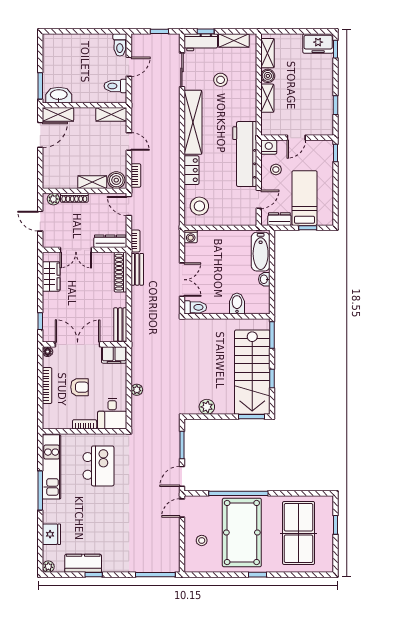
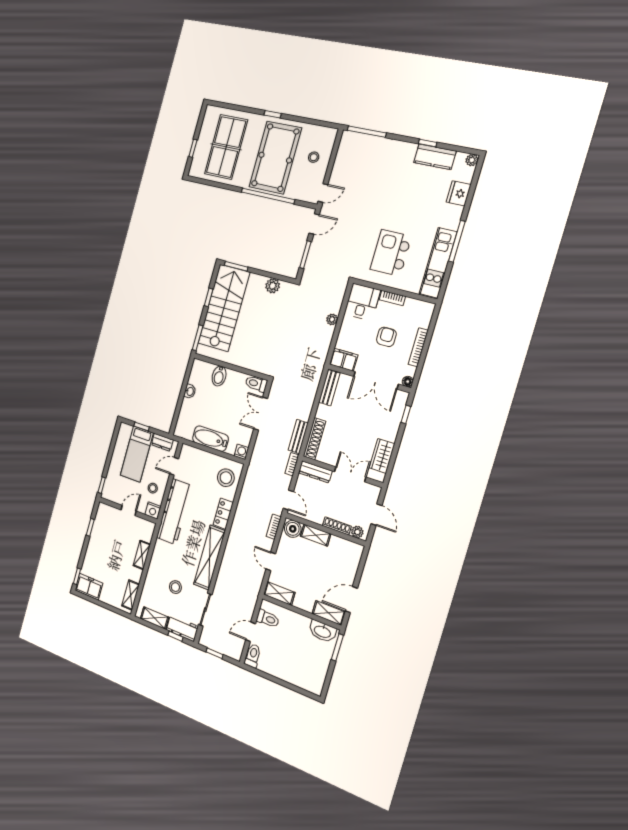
boiler: (268, 76) -> (136, 575), removed
bathtub: (261, 252) -> (210, 439), moved, turned -90
armchair: (79, 387) -> (386, 337), turned 90

